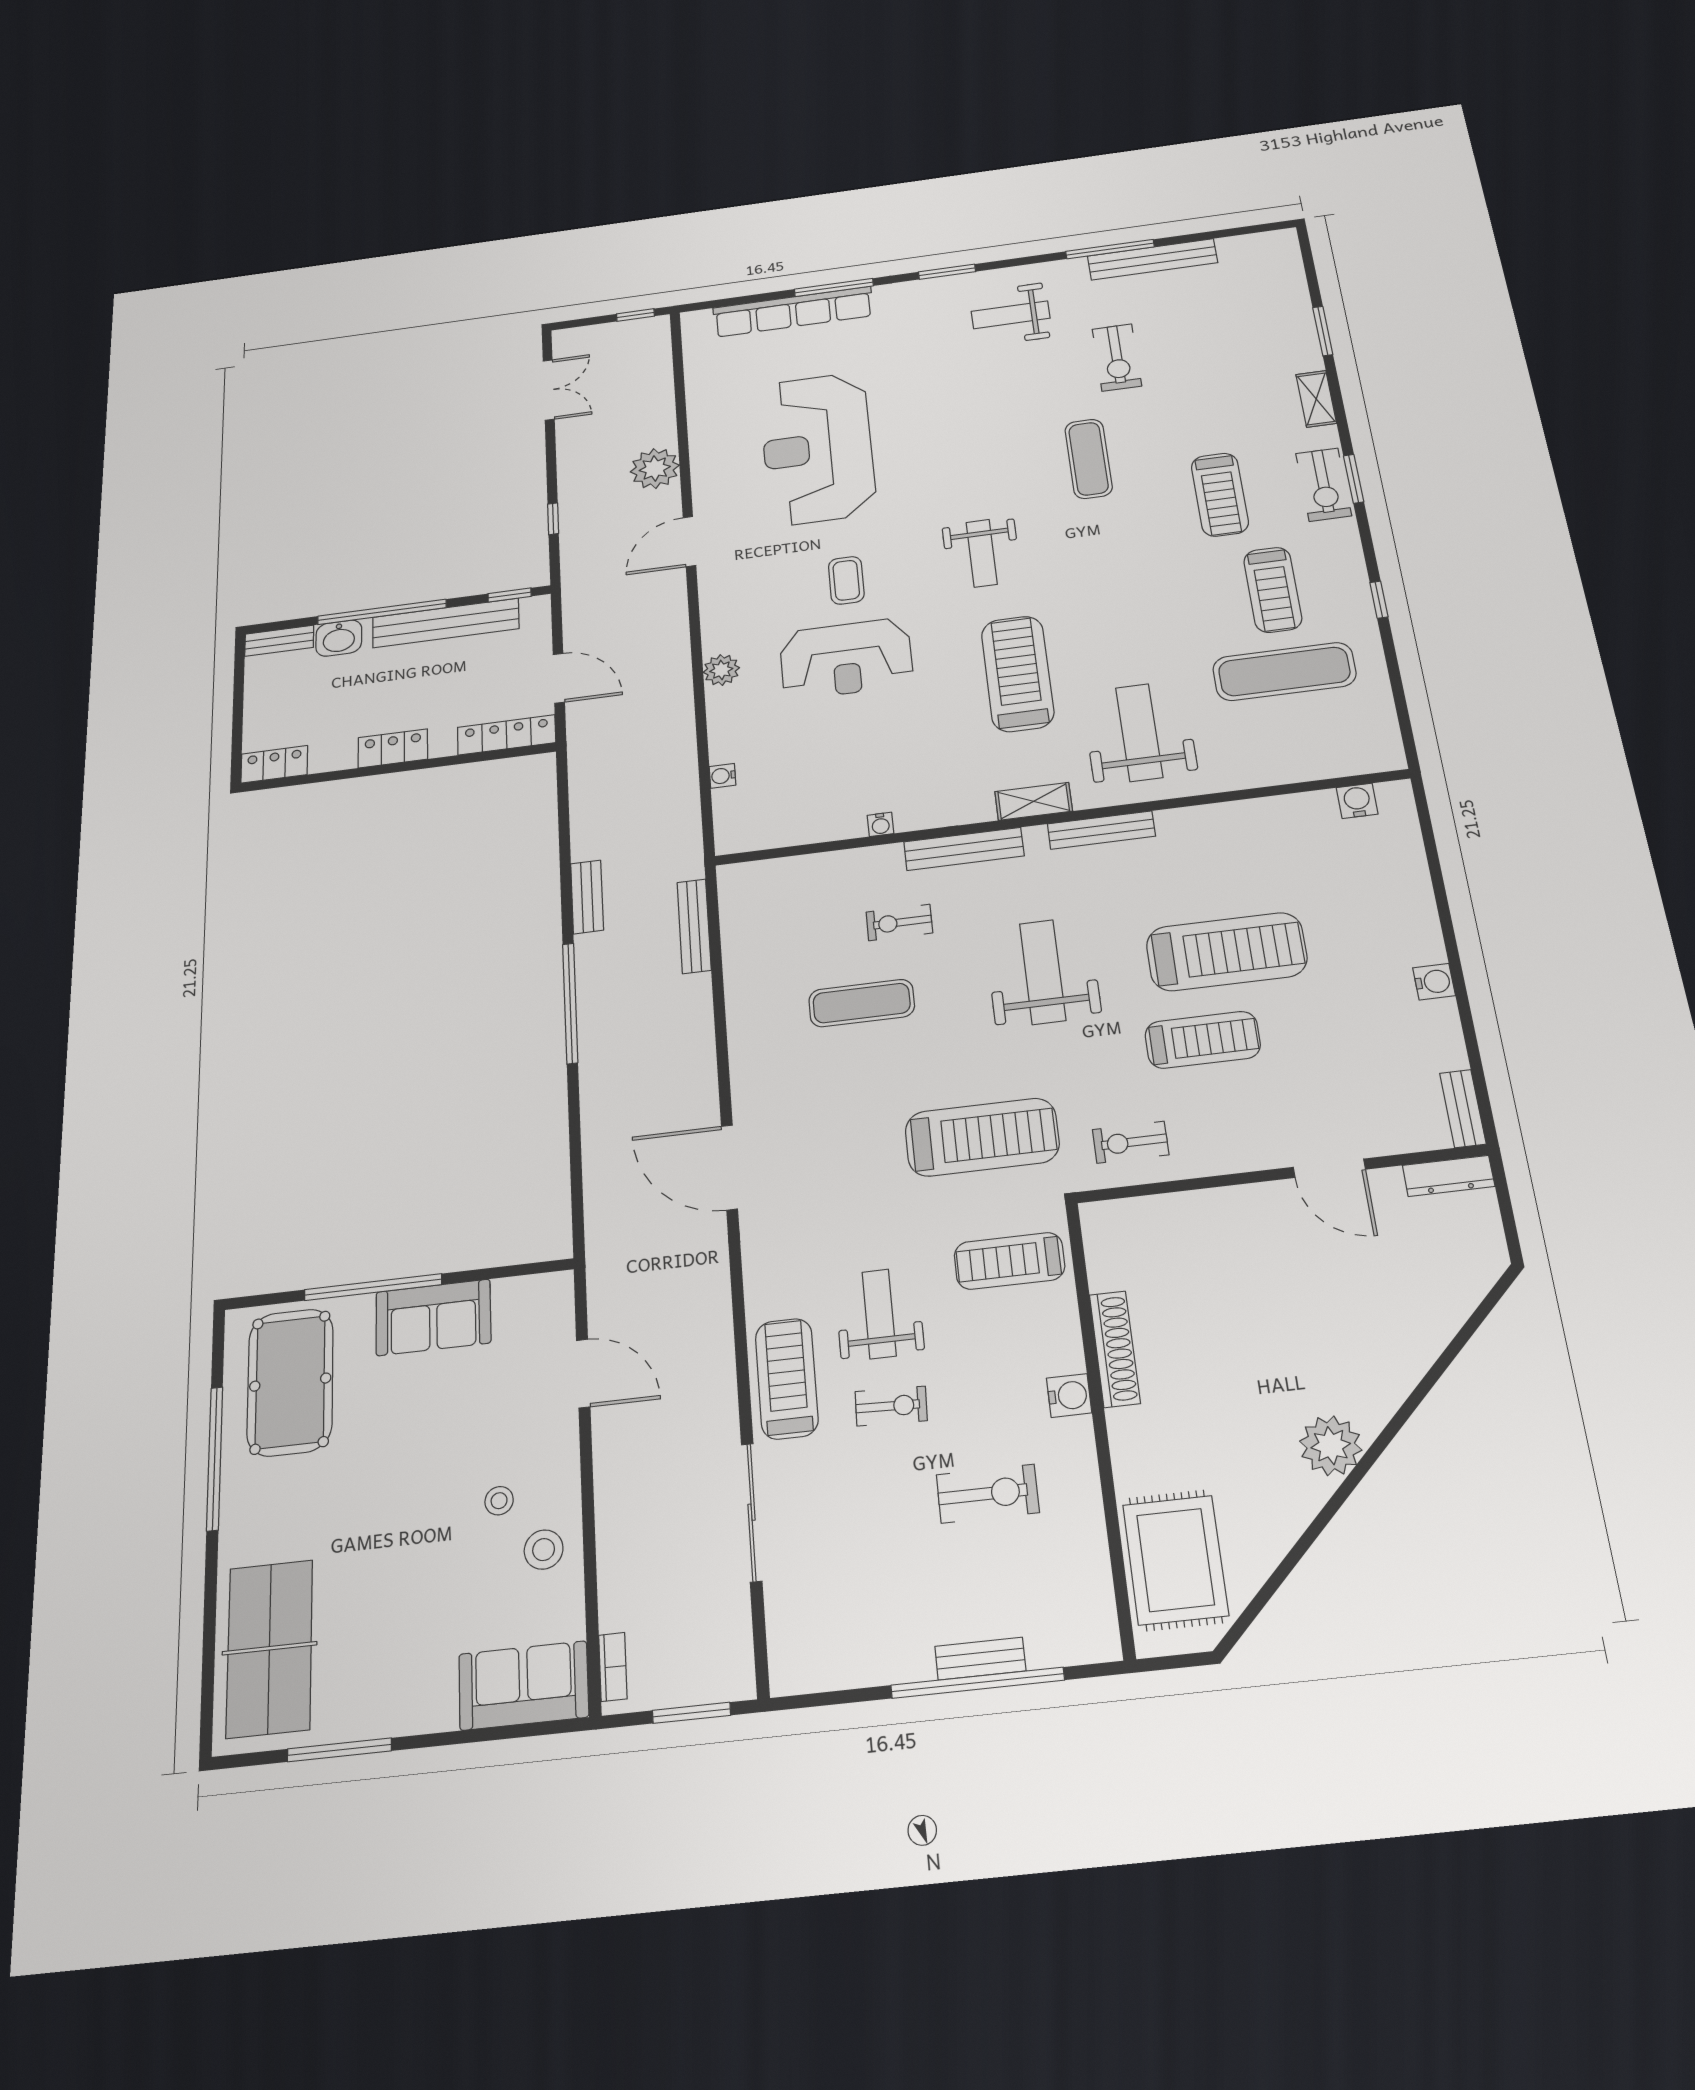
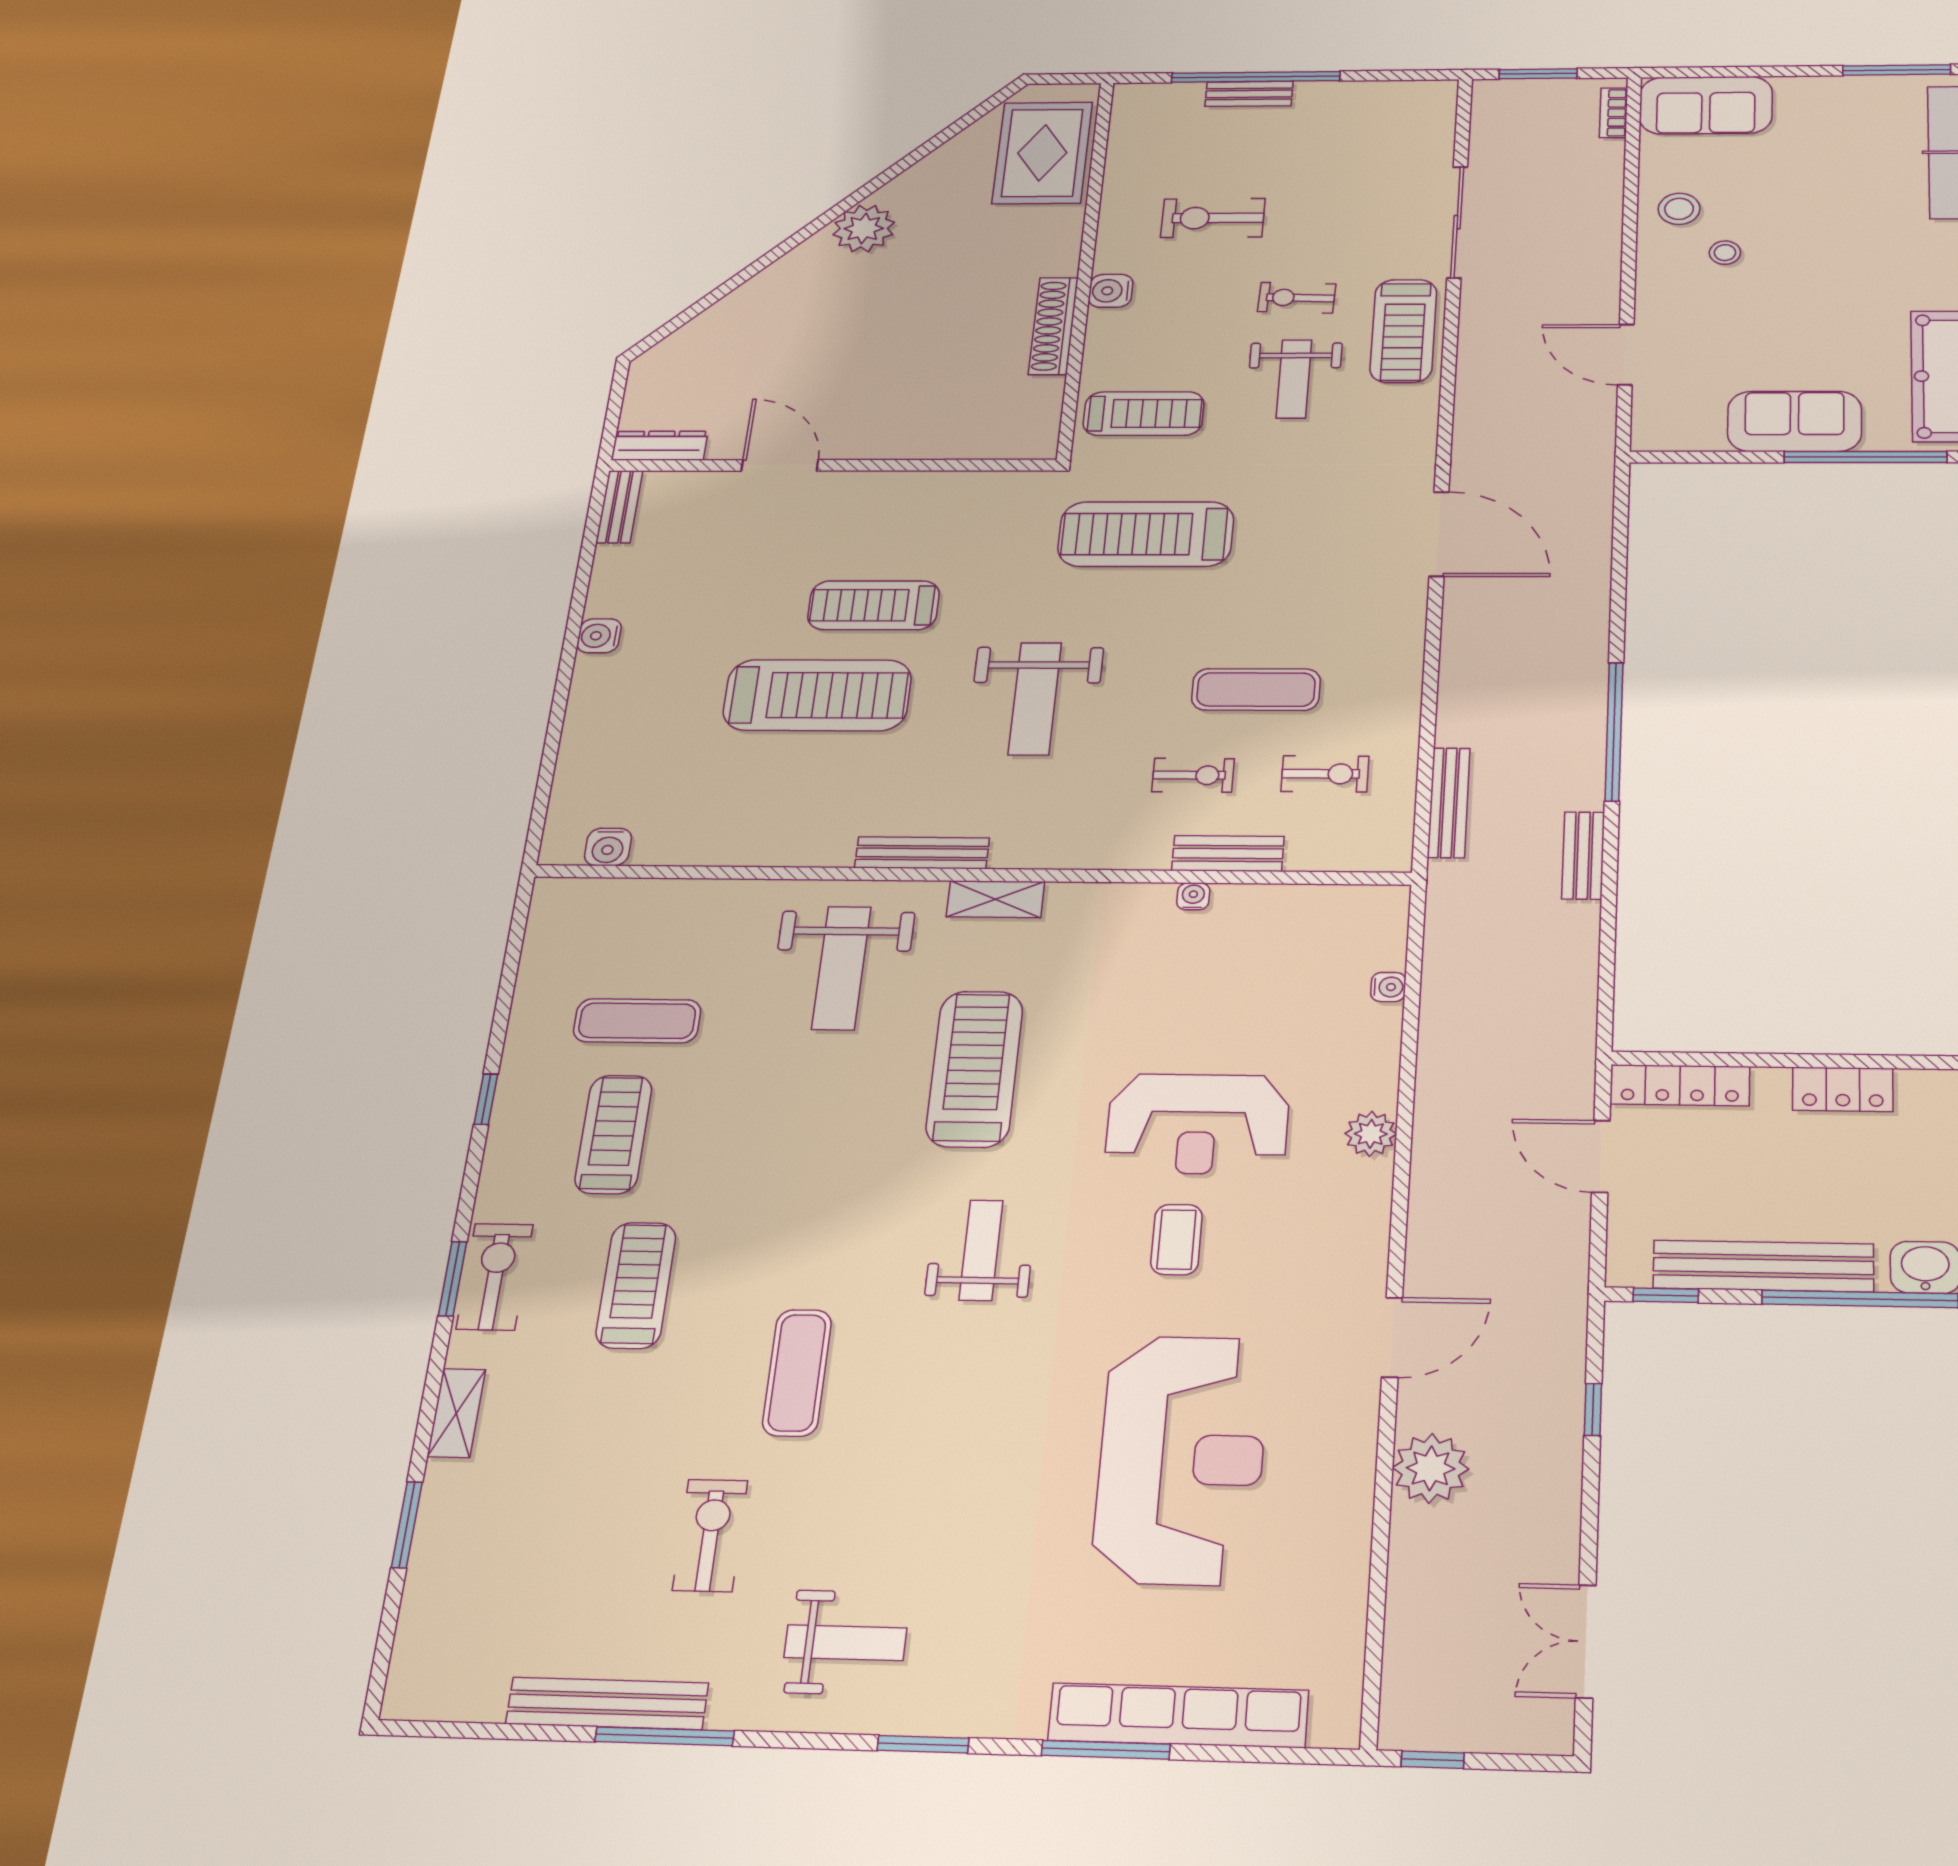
reception desk: (846, 659) -> (1197, 1124), turned 180
exercise mat: (1284, 672) -> (637, 1021), width x0.73, depth x0.69
treadmill: (1018, 674) -> (975, 1069), turned 180
bench: (964, 849) -> (1228, 853), moved, width x0.73
treadmill: (1227, 952) -> (817, 695), turned 180
exercise bike: (1131, 1142) -> (1325, 774), moved

